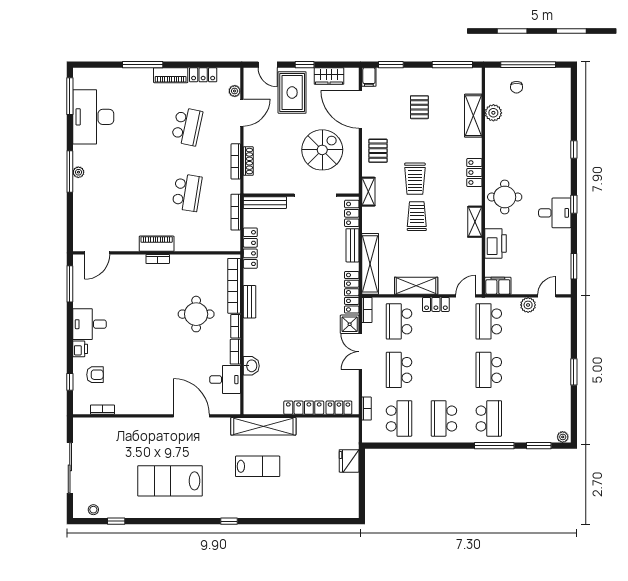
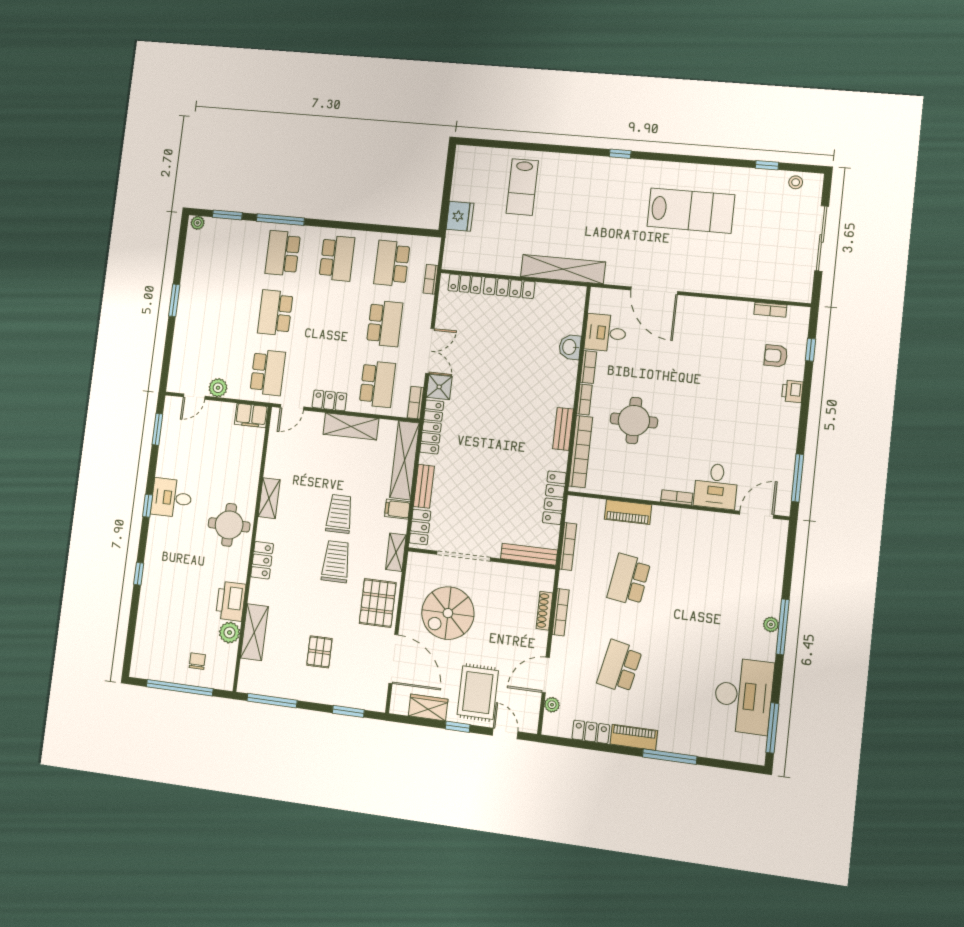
filing cabinet: (369, 77) -> (397, 509), moved, turned -90
pallet: (378, 151) -> (378, 603), width x1.50, depth x1.42
trolley: (417, 216) -> (339, 514), turned 180
printer: (496, 243) -> (231, 601), moved
piano: (157, 244) -> (628, 512), moved
desk: (90, 324) -> (716, 486), moved, turned 90
school desk: (489, 370) -> (275, 313), turned 180
lab bench: (258, 466) -> (522, 187), moved, turned -90

